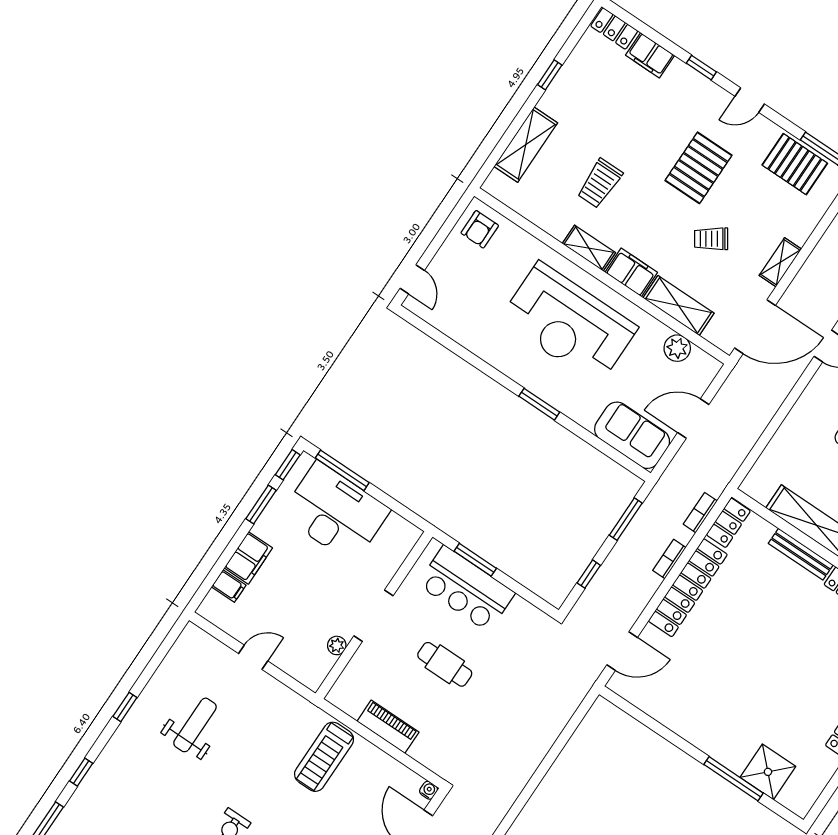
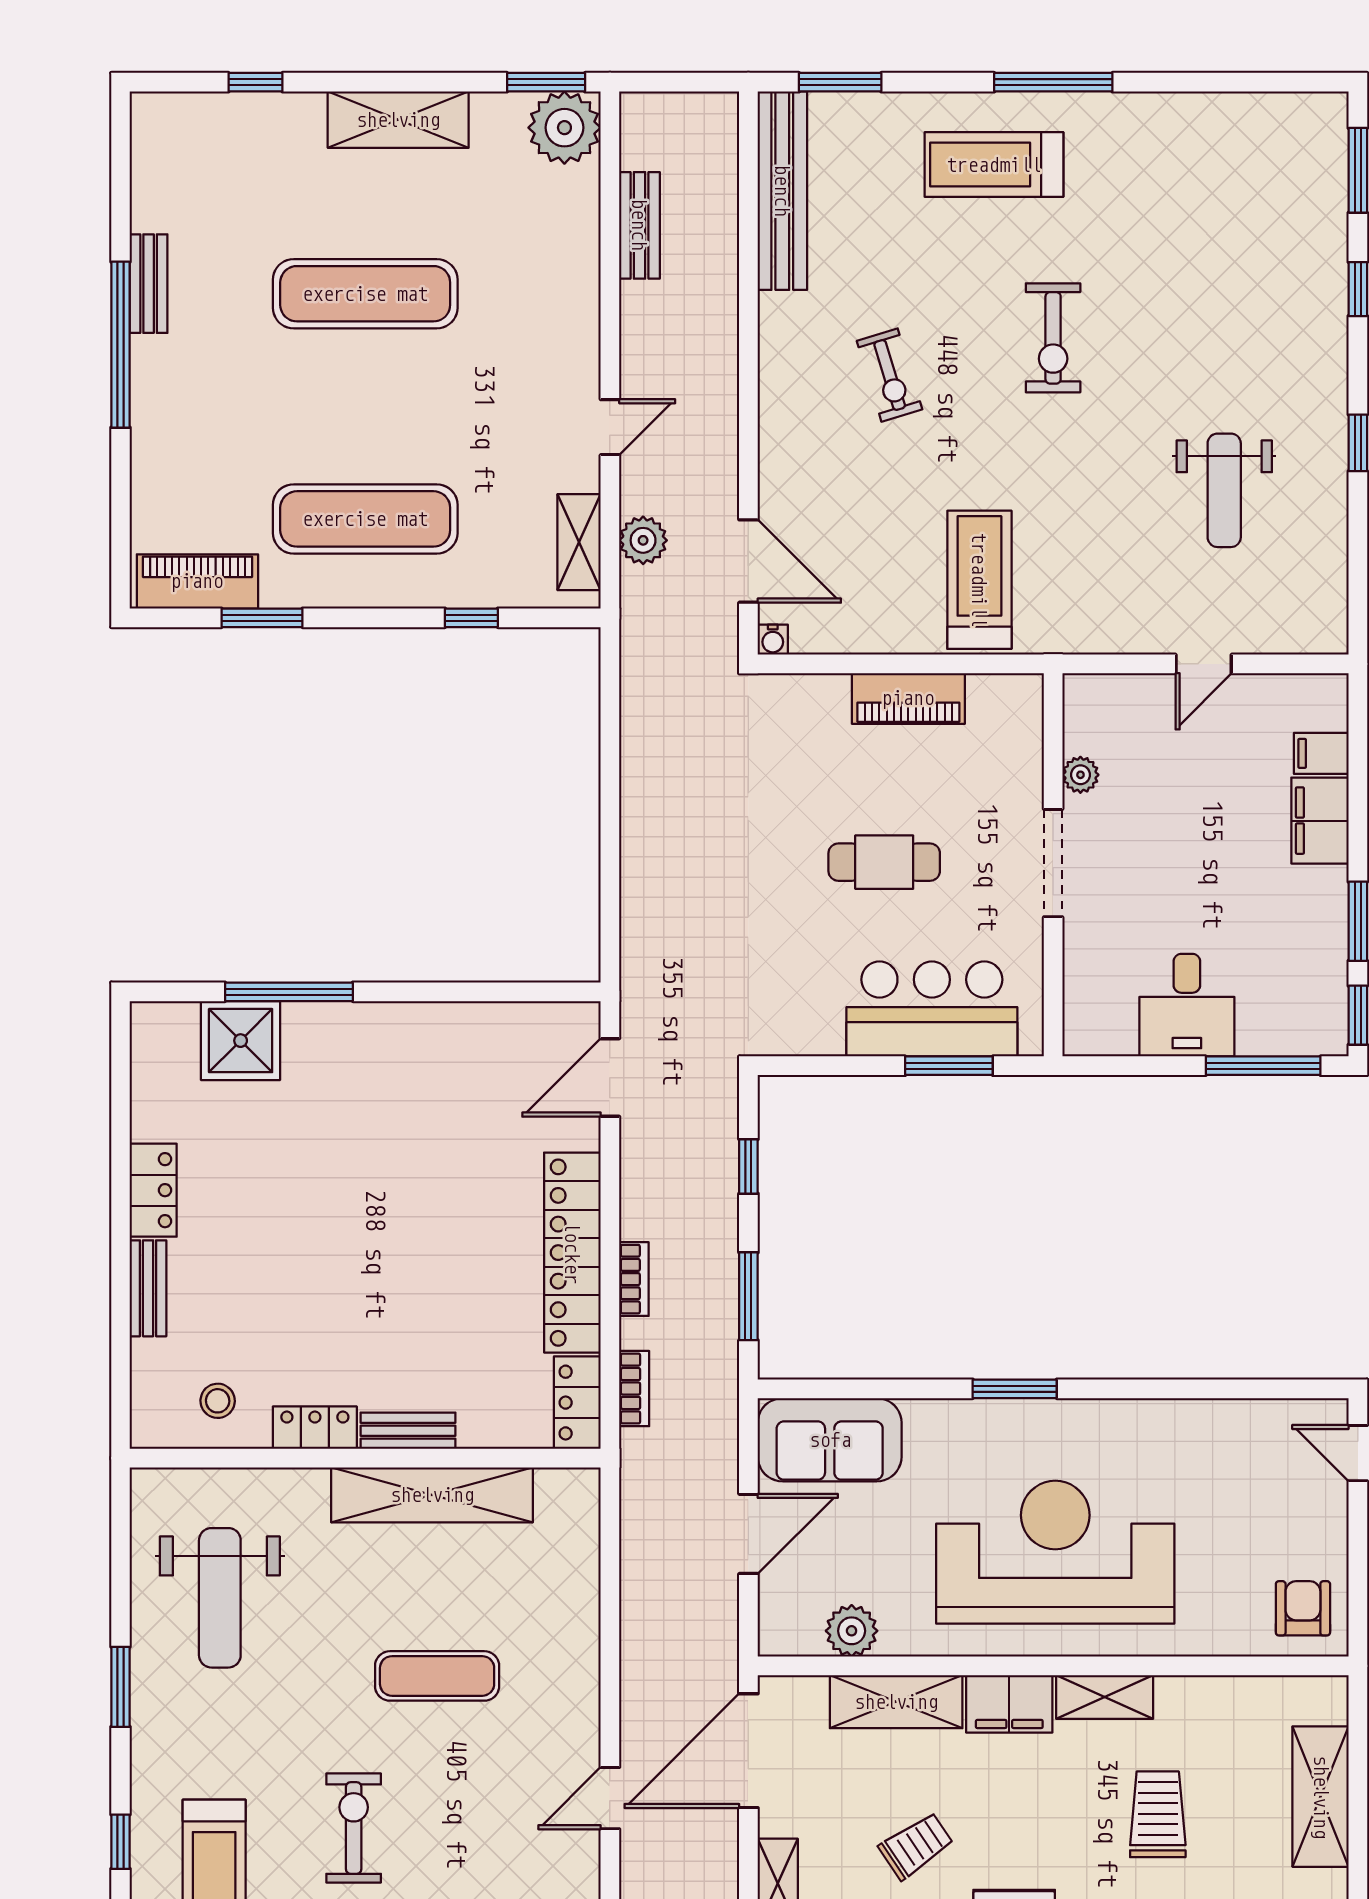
desk: (335, 512) -> (1187, 1005), width x0.53, depth x0.77
bench: (801, 554) -> (408, 1431), width x0.73

